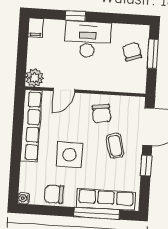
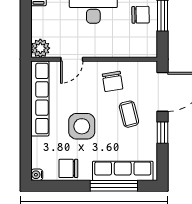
chair: (132, 52) -> (141, 15), turned 107

